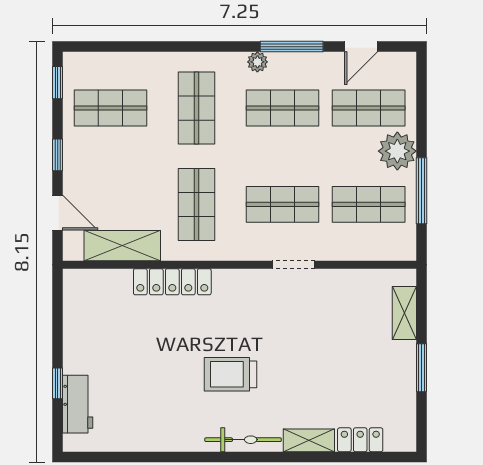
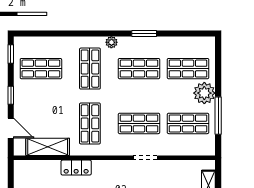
window: (292, 47) -> (144, 33), width x0.69
door: (361, 47) -> (184, 33), removed
plant: (257, 62) -> (111, 42), moved
locker: (172, 282) -> (76, 168), width x0.66

